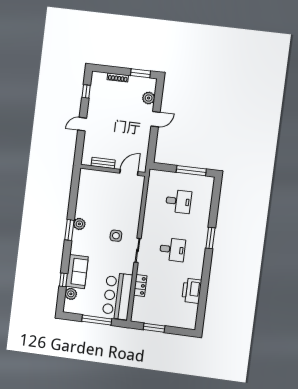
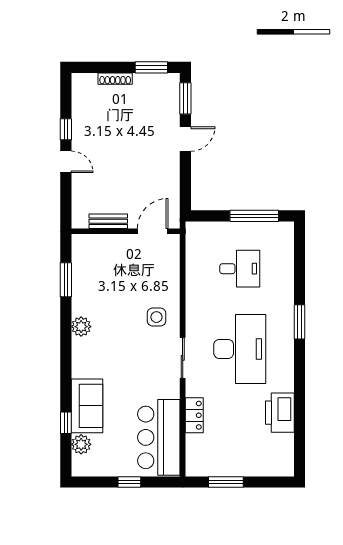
window: (86, 91) -> (66, 129), moved
window: (159, 94) -> (185, 98), added
plant: (149, 98) -> (170, 106), removed
door: (82, 124) -> (66, 162), swing flipped
window: (69, 230) -> (66, 280), moved
side table: (116, 236) -> (156, 317), moved
desk: (172, 250) -> (240, 349), width x1.87, depth x1.30
window: (97, 320) -> (129, 482), width x0.46

